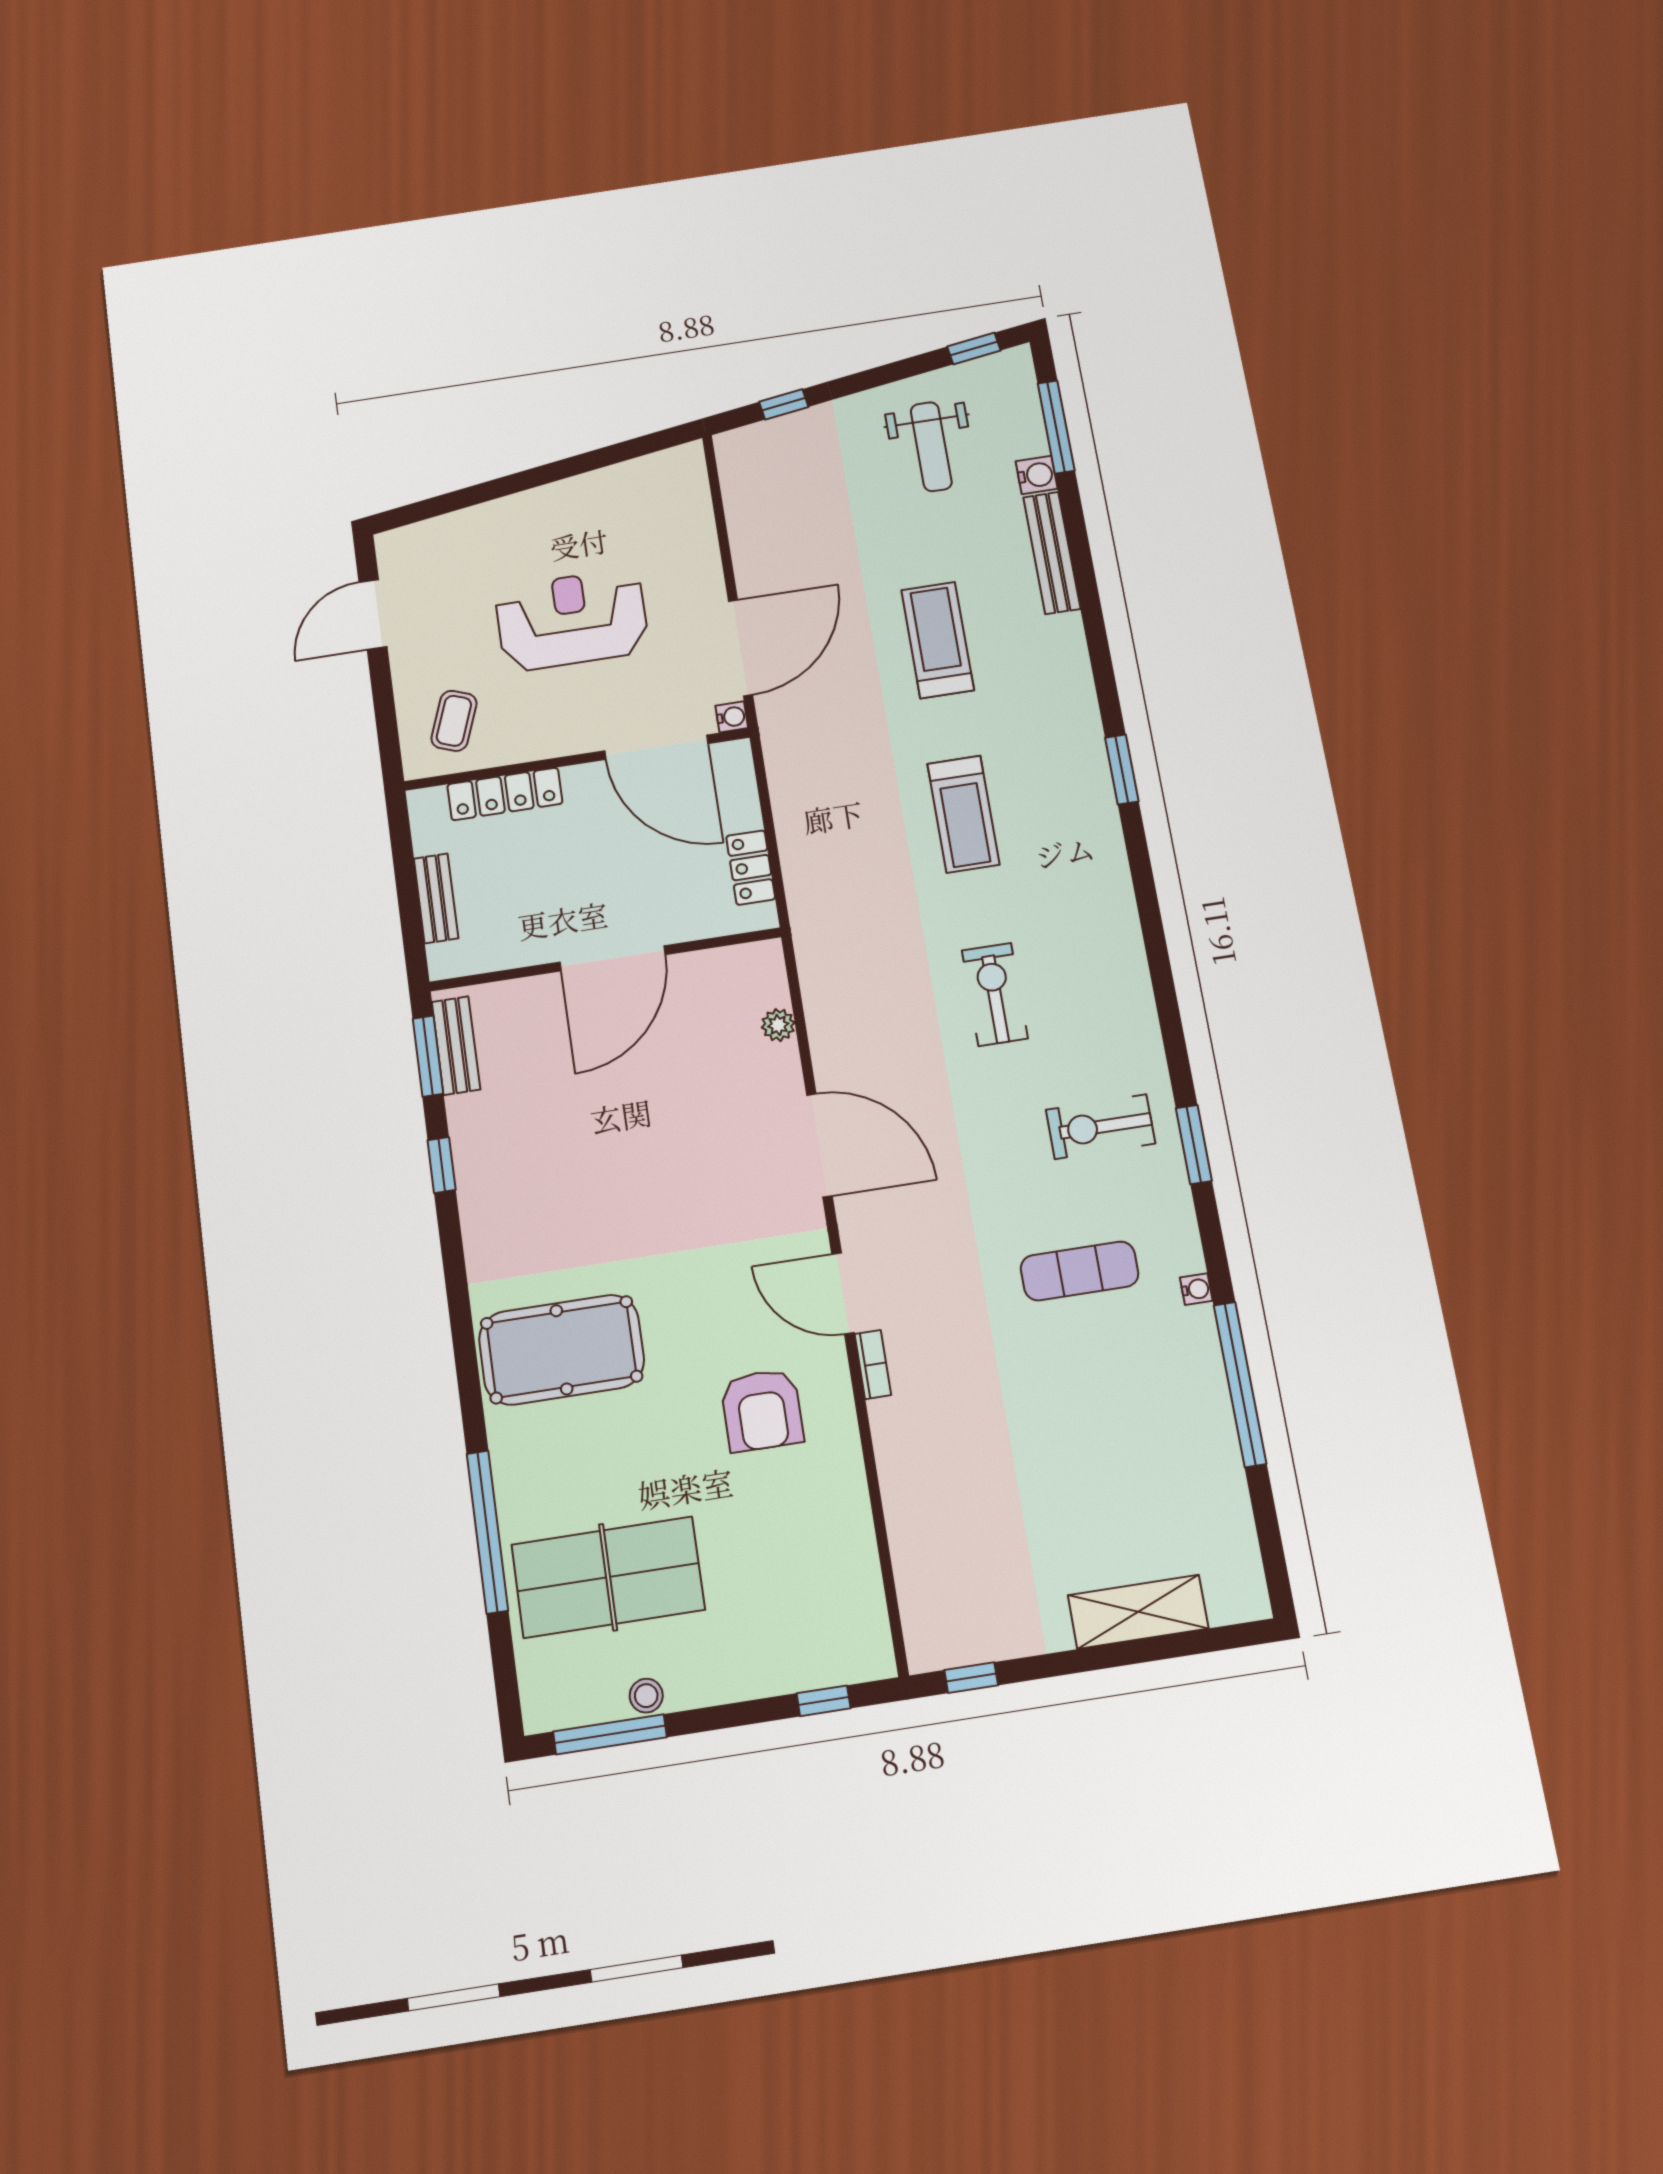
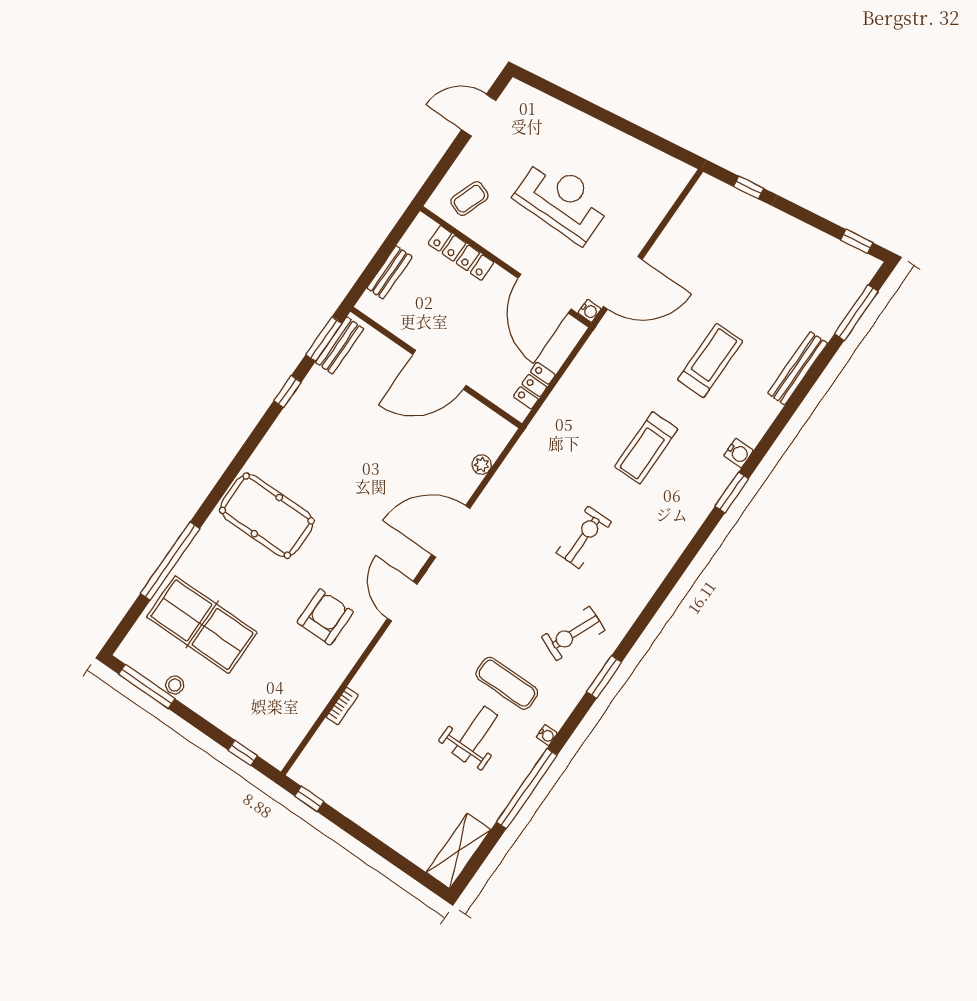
weight bench: (931, 447) -> (475, 734), moved, turned 180
water cooler: (1037, 475) -> (738, 453), moved
exercise bike: (1101, 1127) -> (573, 633), turned -67
door: (819, 1145) -> (451, 531), swing flipped
bookcase: (873, 1364) -> (342, 706), moved
armchair: (762, 1410) -> (325, 617), turned 180
shelving: (1138, 1612) -> (459, 851), moved, turned 90

